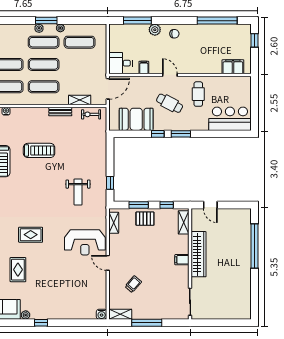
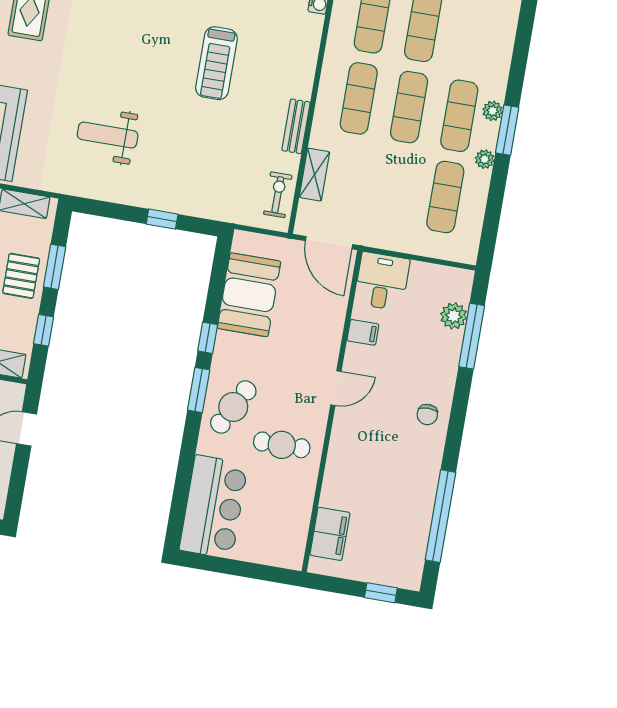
plant: (155, 30) -> (454, 316), moved
cafe table: (170, 103) -> (233, 407), moved
window: (110, 183) -> (162, 219), moved

